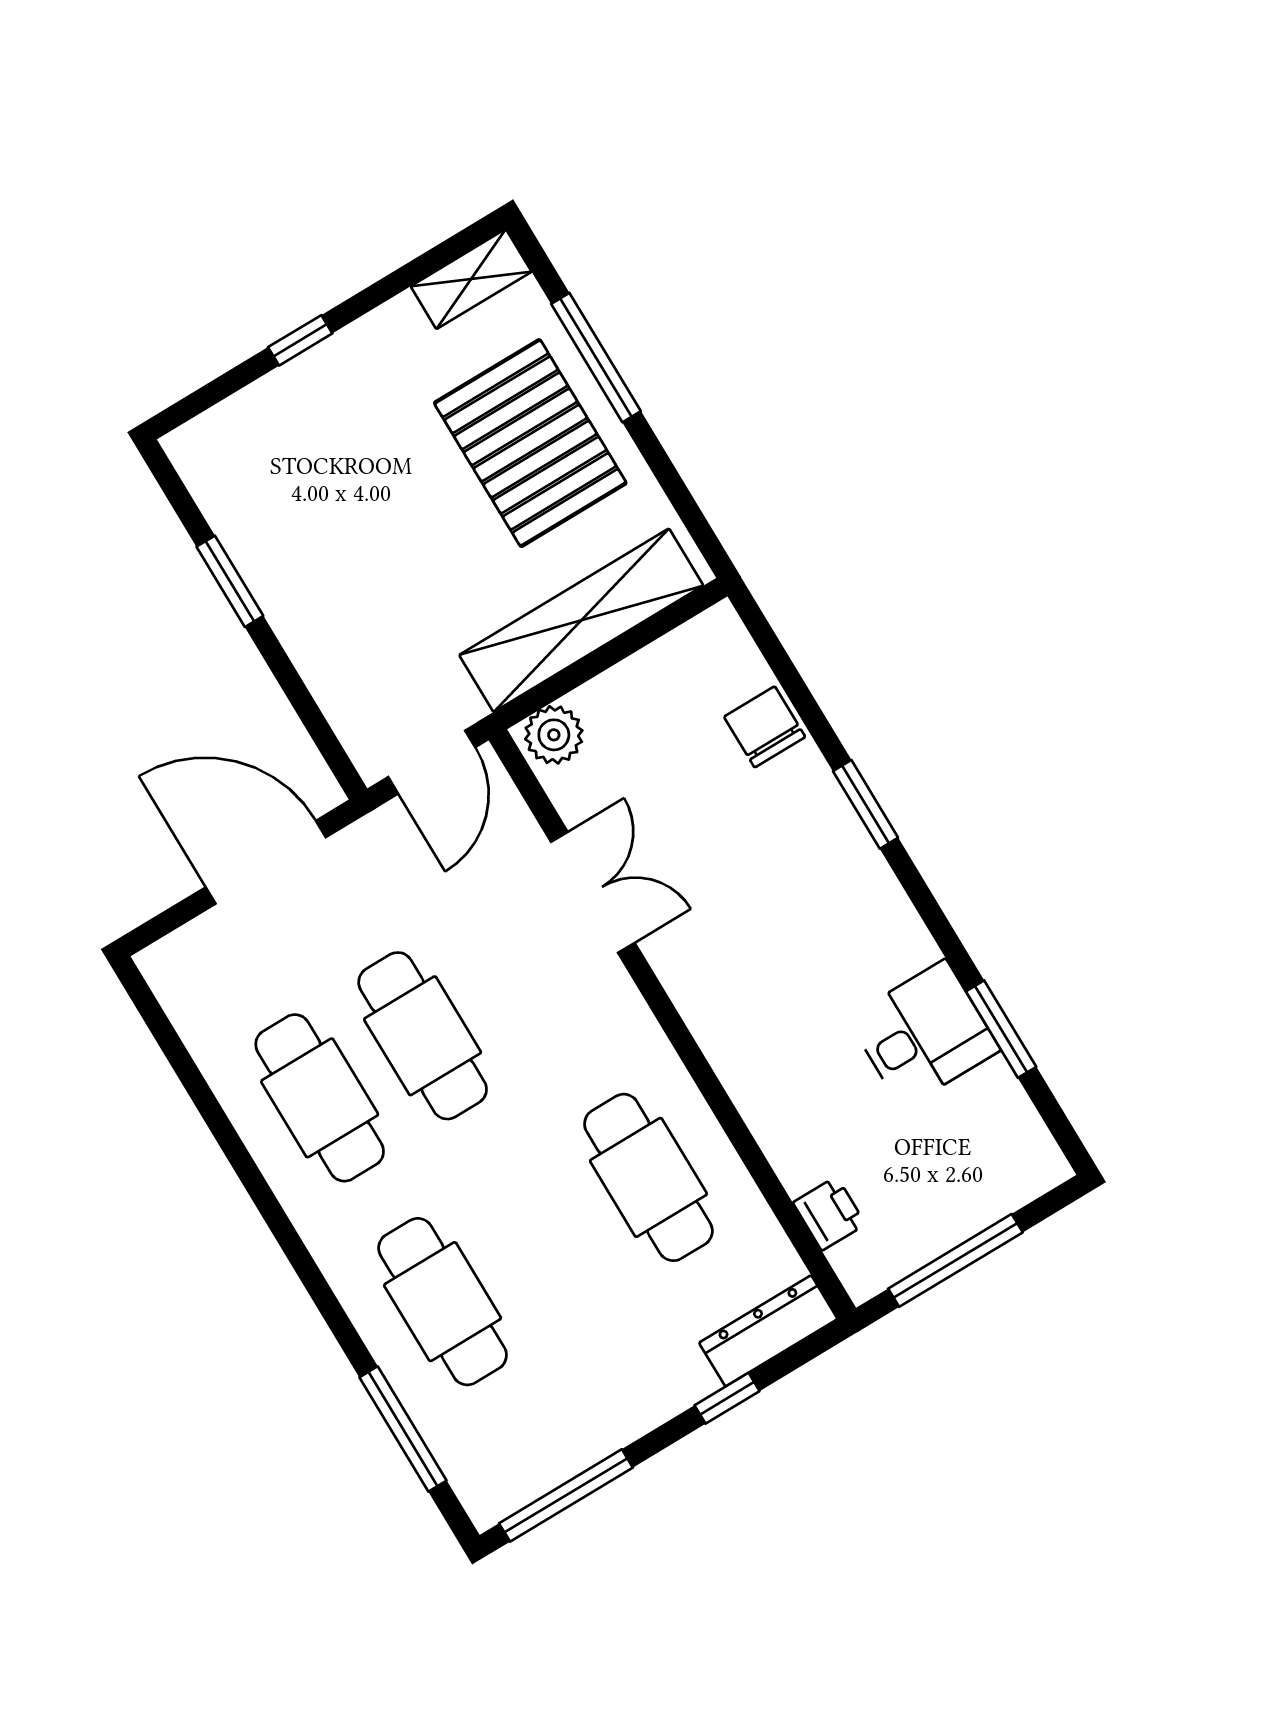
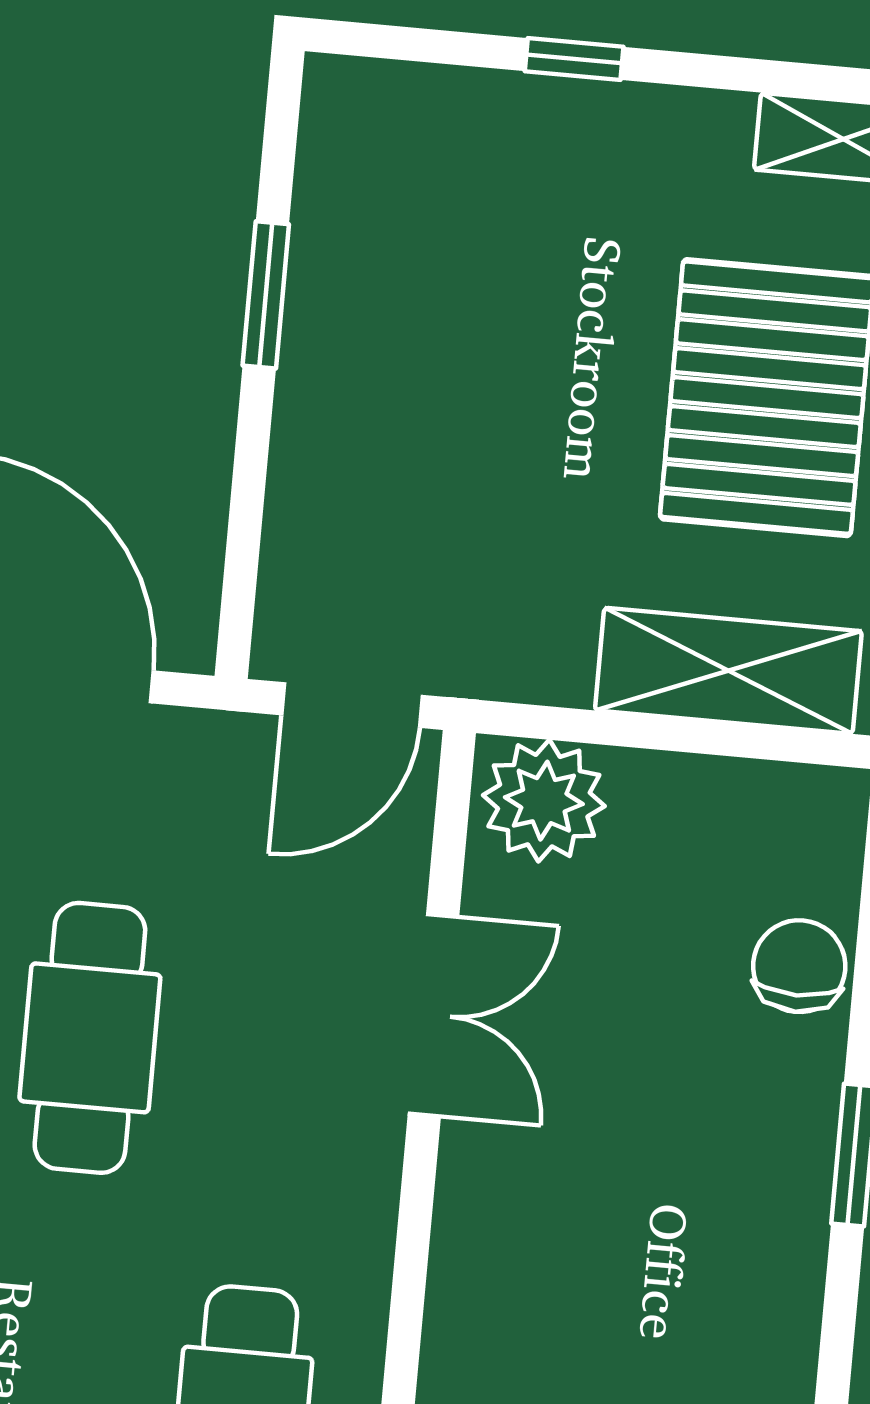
shelving: (581, 620) -> (728, 671), width x0.68
plant: (554, 735) -> (544, 801), width x1.36, depth x1.36

